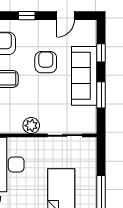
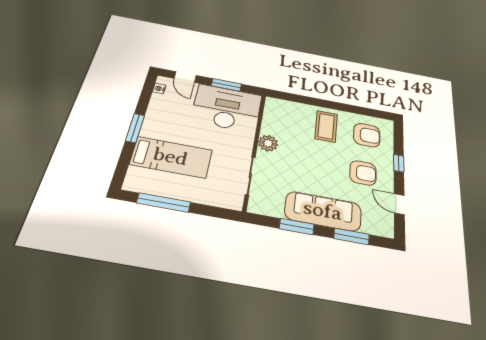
window: (101, 53) -> (352, 236), width x1.50
armchair: (46, 62) -> (363, 173), moved

